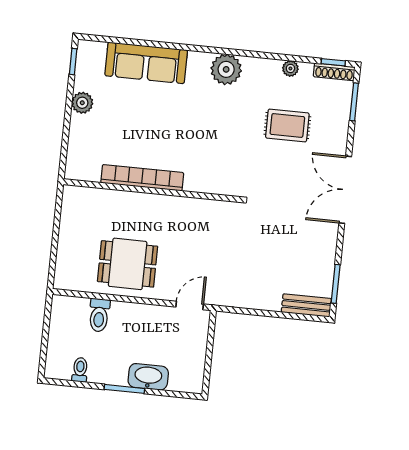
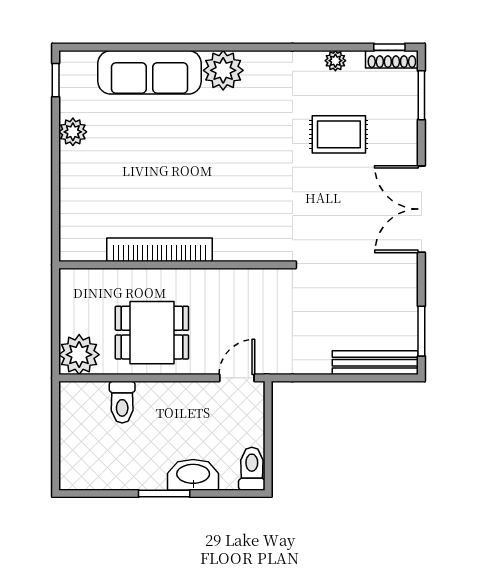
plant: (226, 69) -> (223, 70), moved
bookcase: (142, 178) -> (159, 250), moved
wall: (152, 191) -> (174, 265), moved
plant: (70, 275) -> (79, 355), added
bench: (306, 305) -> (375, 363), width x1.36
toilet: (80, 370) -> (252, 469), moved, width x1.37, depth x1.39

